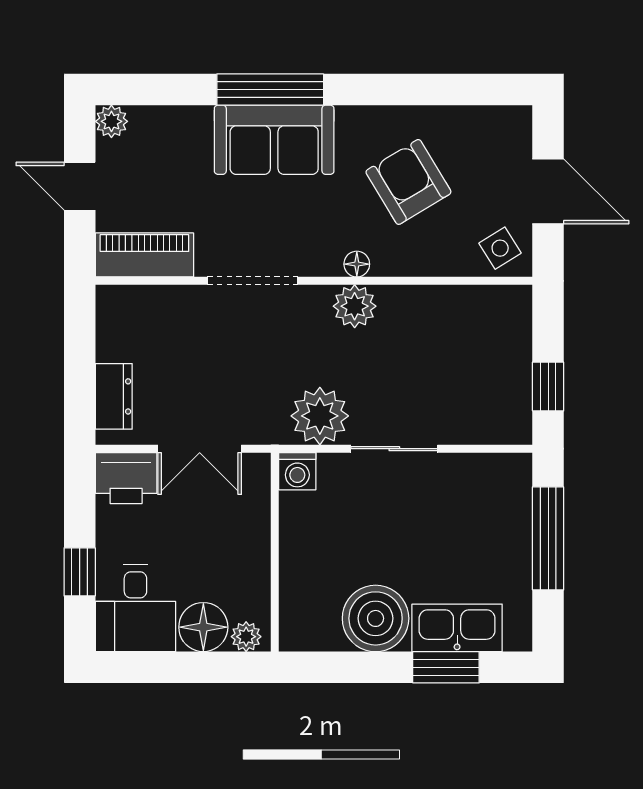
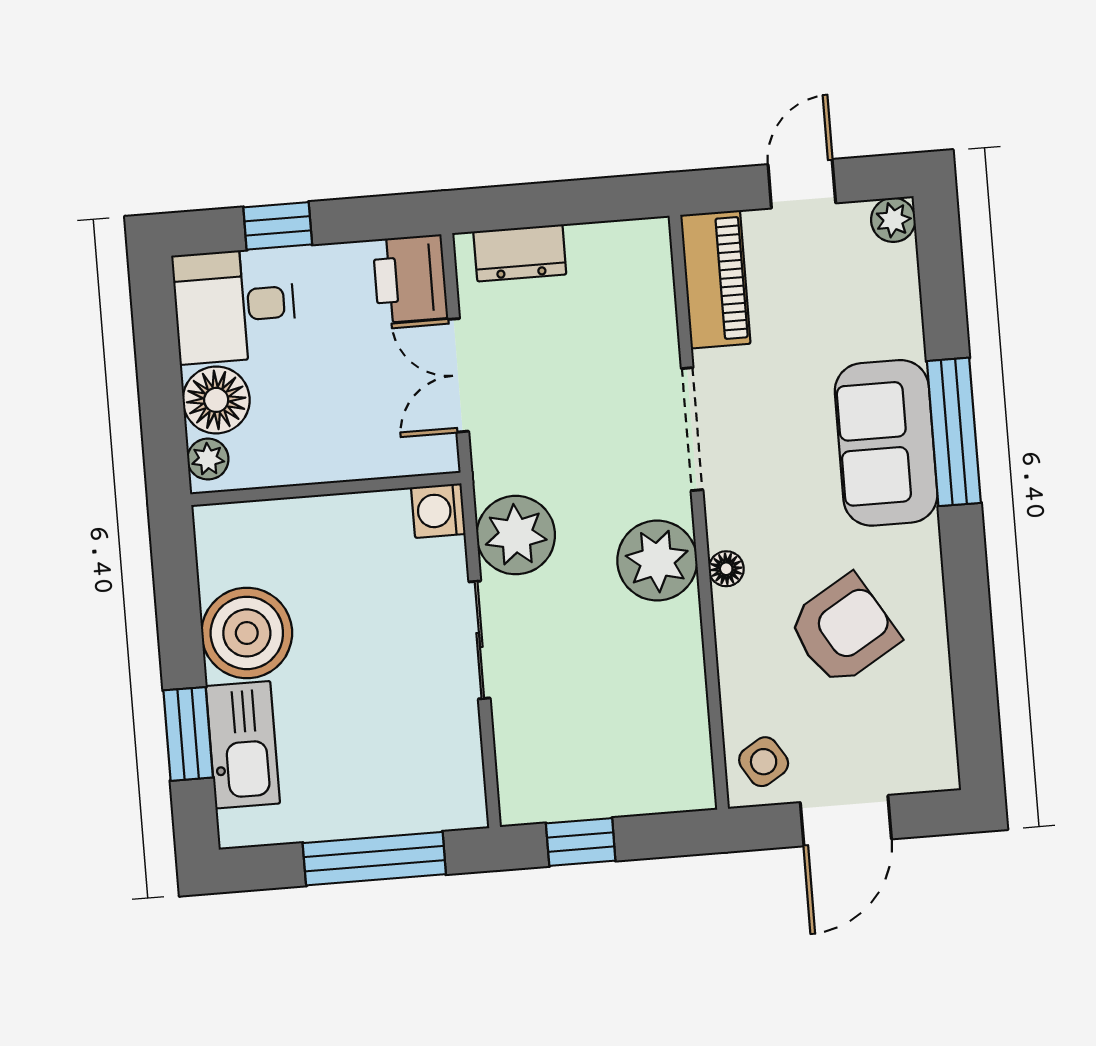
plant: (355, 306) -> (657, 561), width x1.36, depth x1.36

